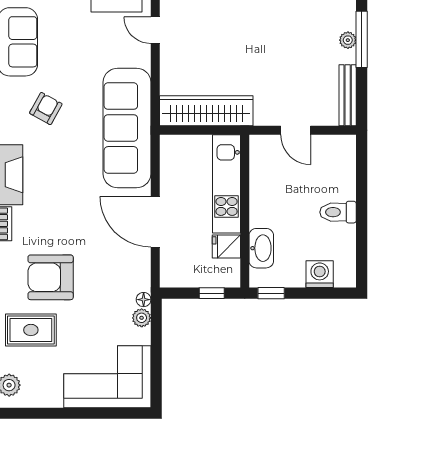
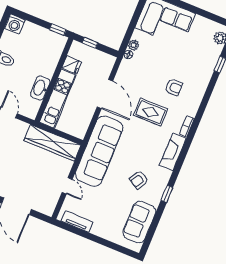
door: (155, 30) -> (67, 186), moved
washbasin: (261, 248) -> (40, 88), moved
washing machine: (320, 274) -> (15, 24), moved
armchair: (51, 277) -> (174, 87), width x0.53, depth x0.53
rug: (31, 330) -> (151, 112), moved

